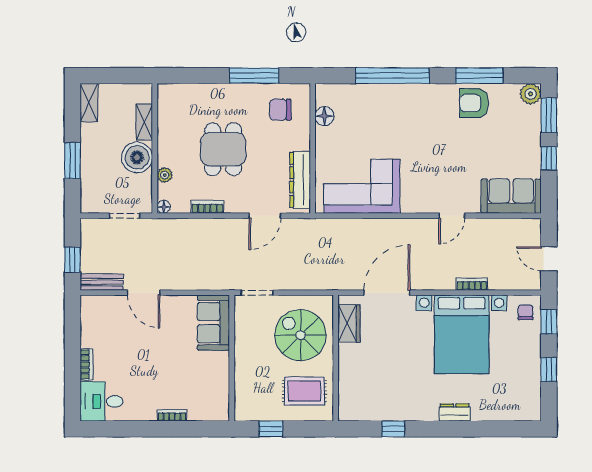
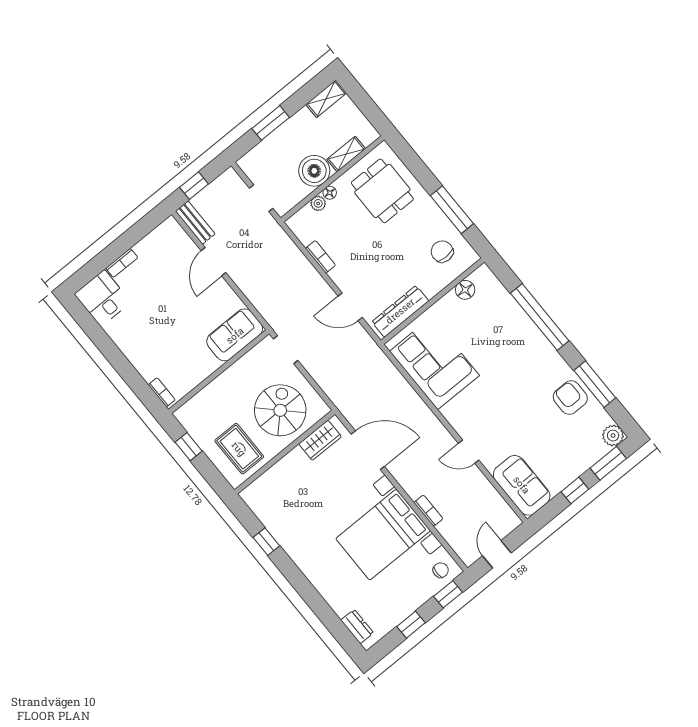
dining table: (223, 149) -> (382, 191), moved, turned 90
floor lamp: (164, 207) -> (330, 193), moved
dresser: (455, 412) -> (357, 627), moved
bookcase: (172, 415) -> (162, 392), moved

